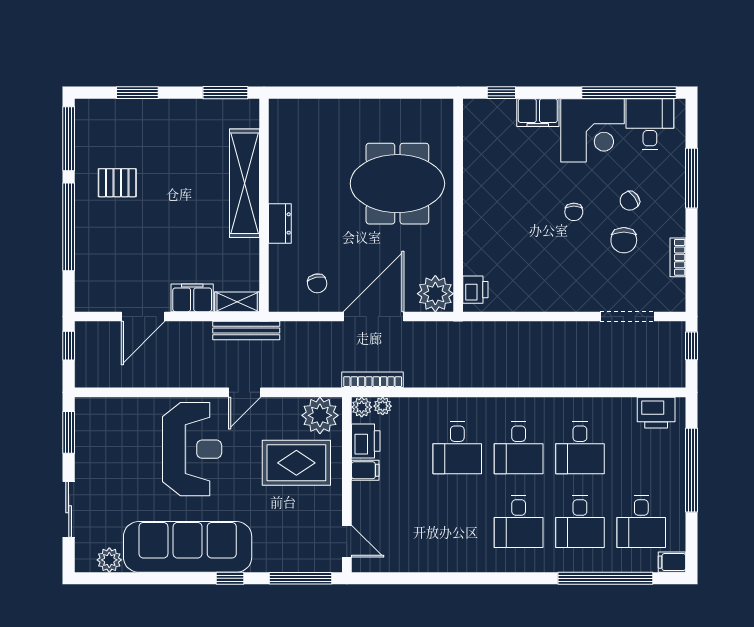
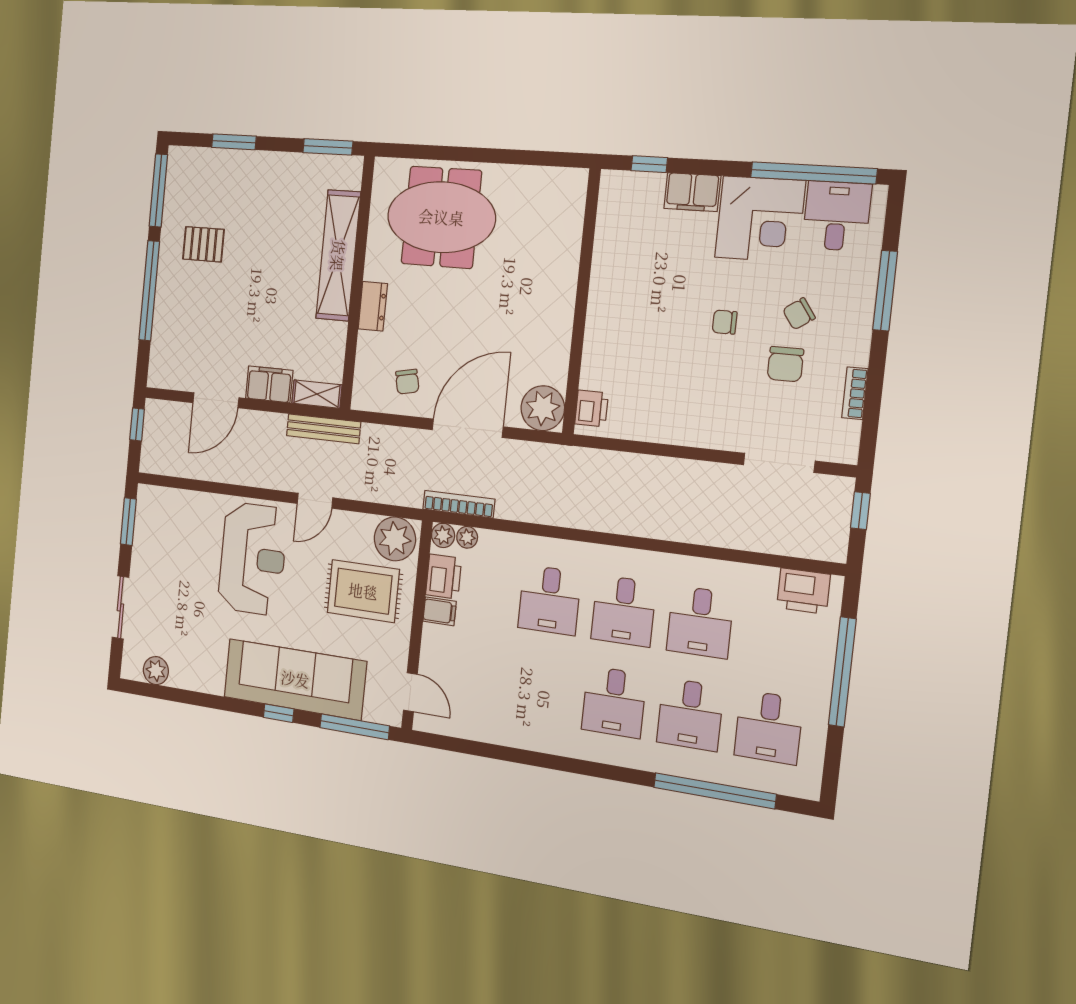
meeting table: (397, 184) -> (441, 217), moved
chair: (574, 212) -> (725, 322), turned 90
sofa: (188, 547) -> (295, 679), moved
filing cabinet: (672, 562) -> (803, 786), removed

